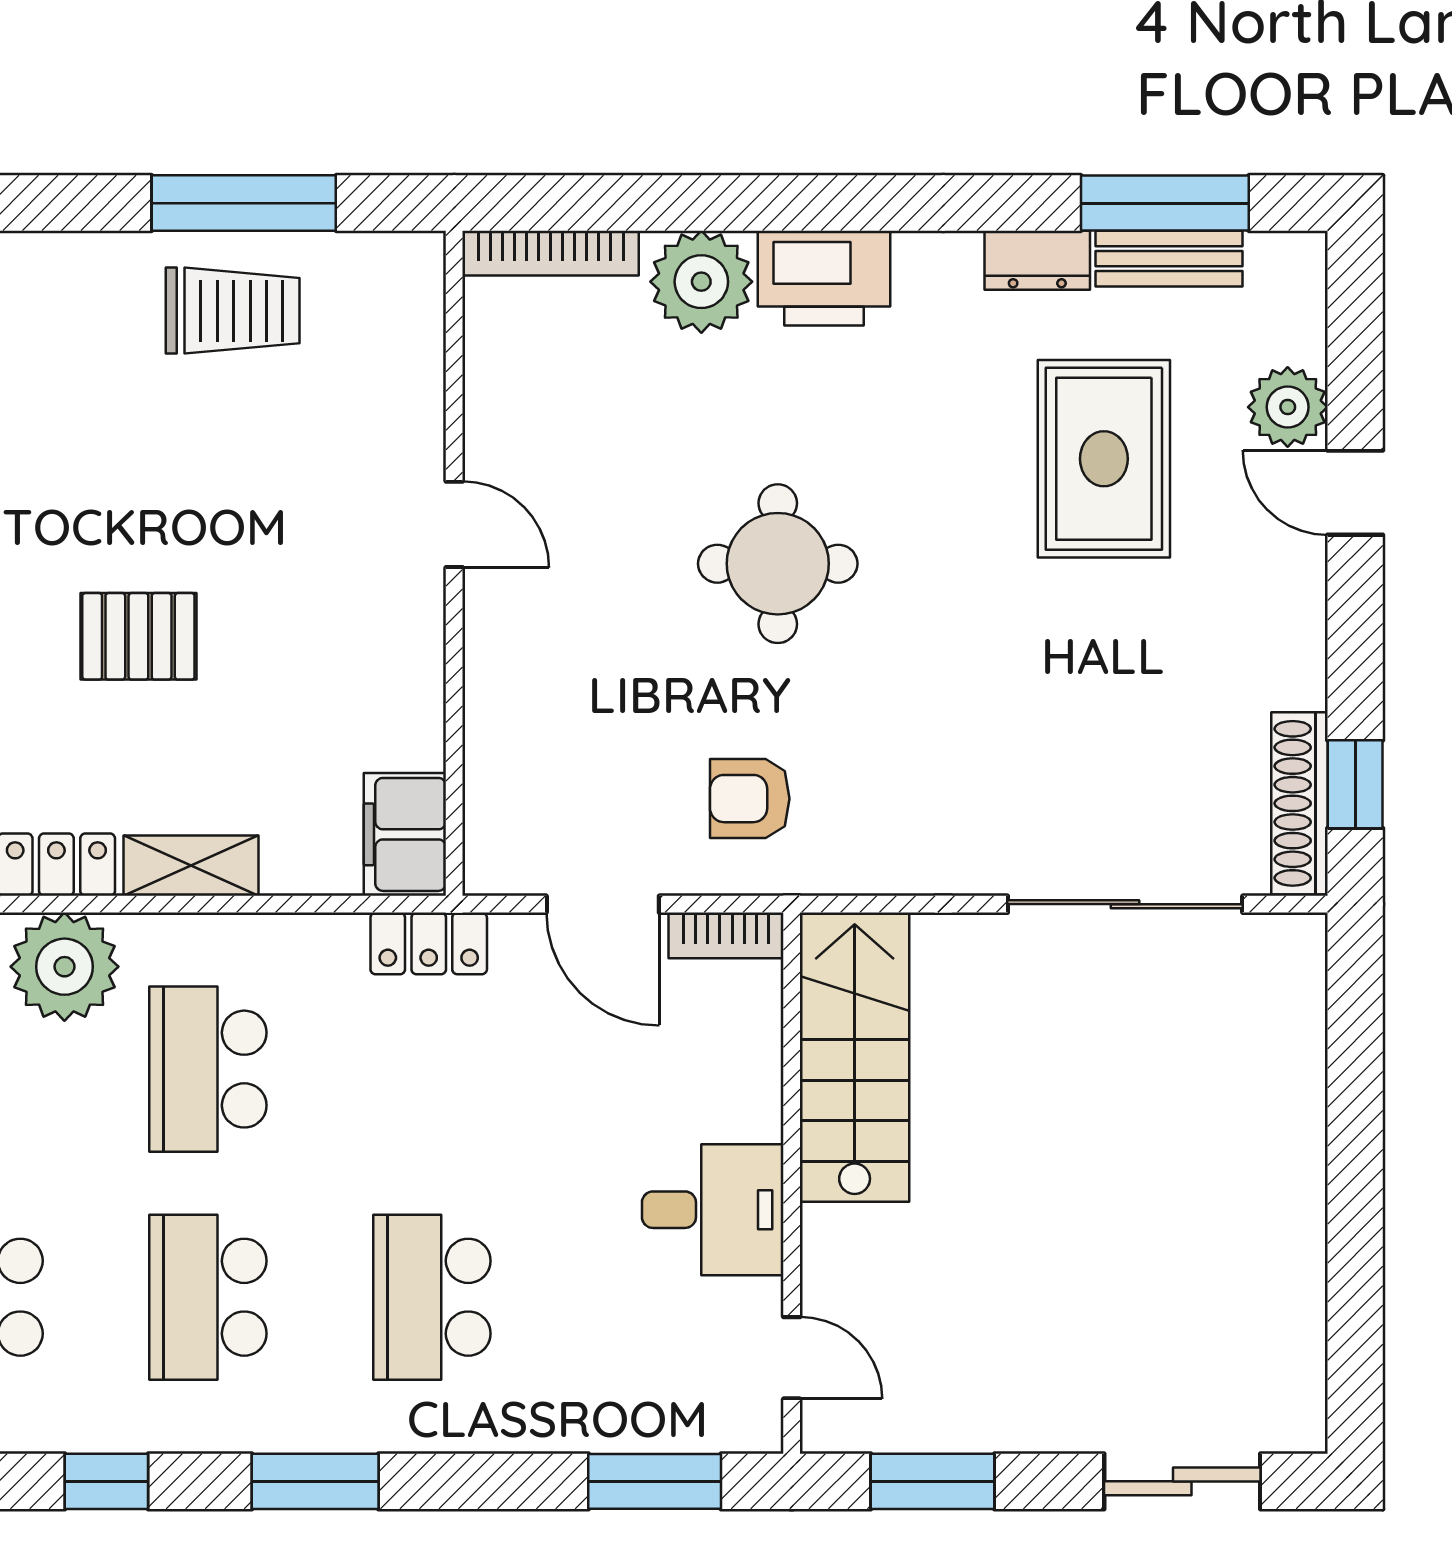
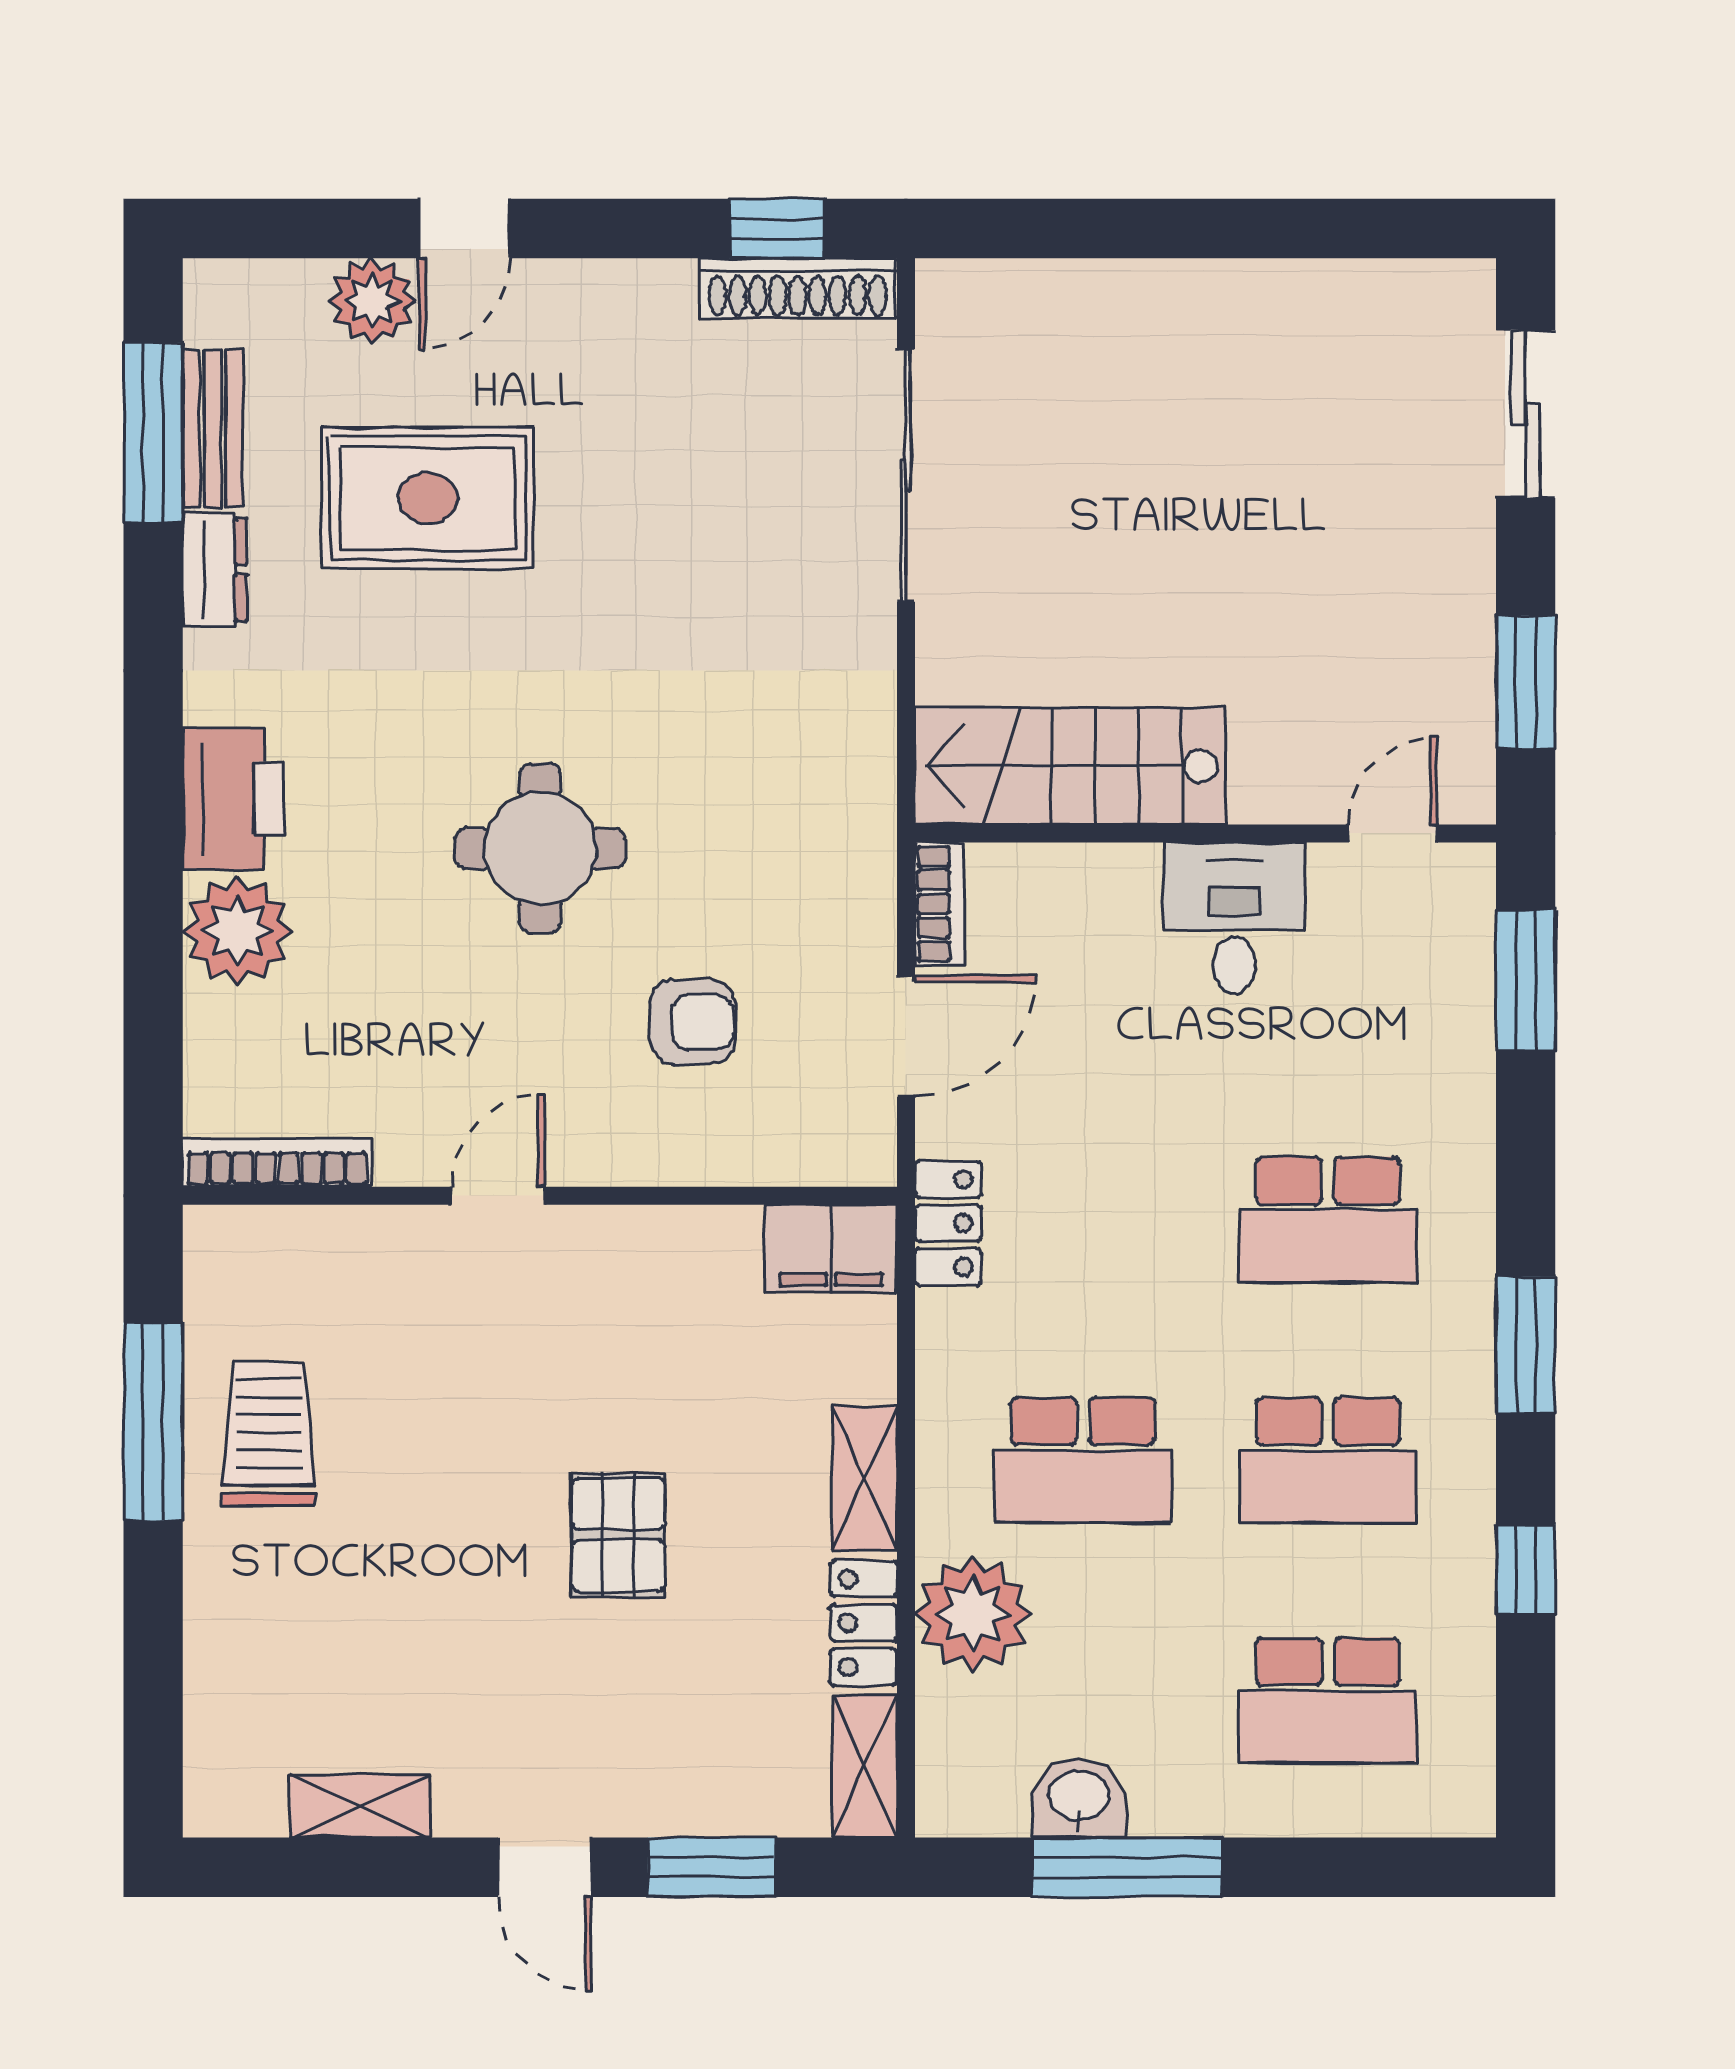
bookcase: (551, 253) -> (277, 1163), moved, turned -90
armchair: (750, 799) -> (692, 1022), moved, turned -90

